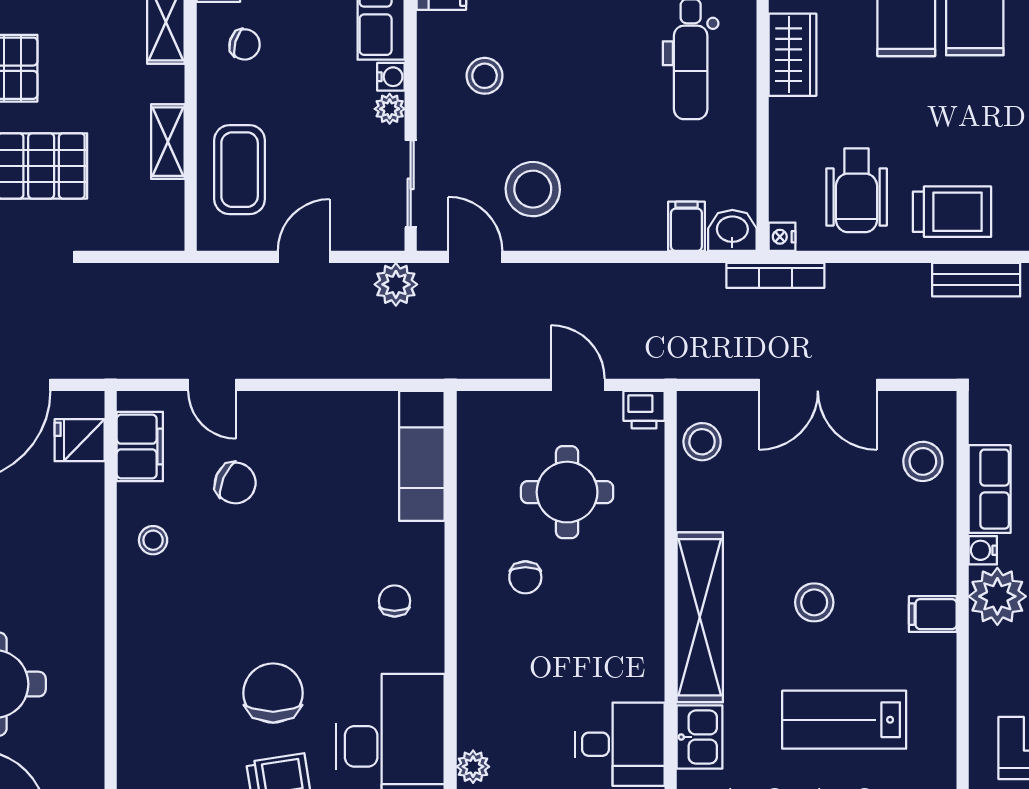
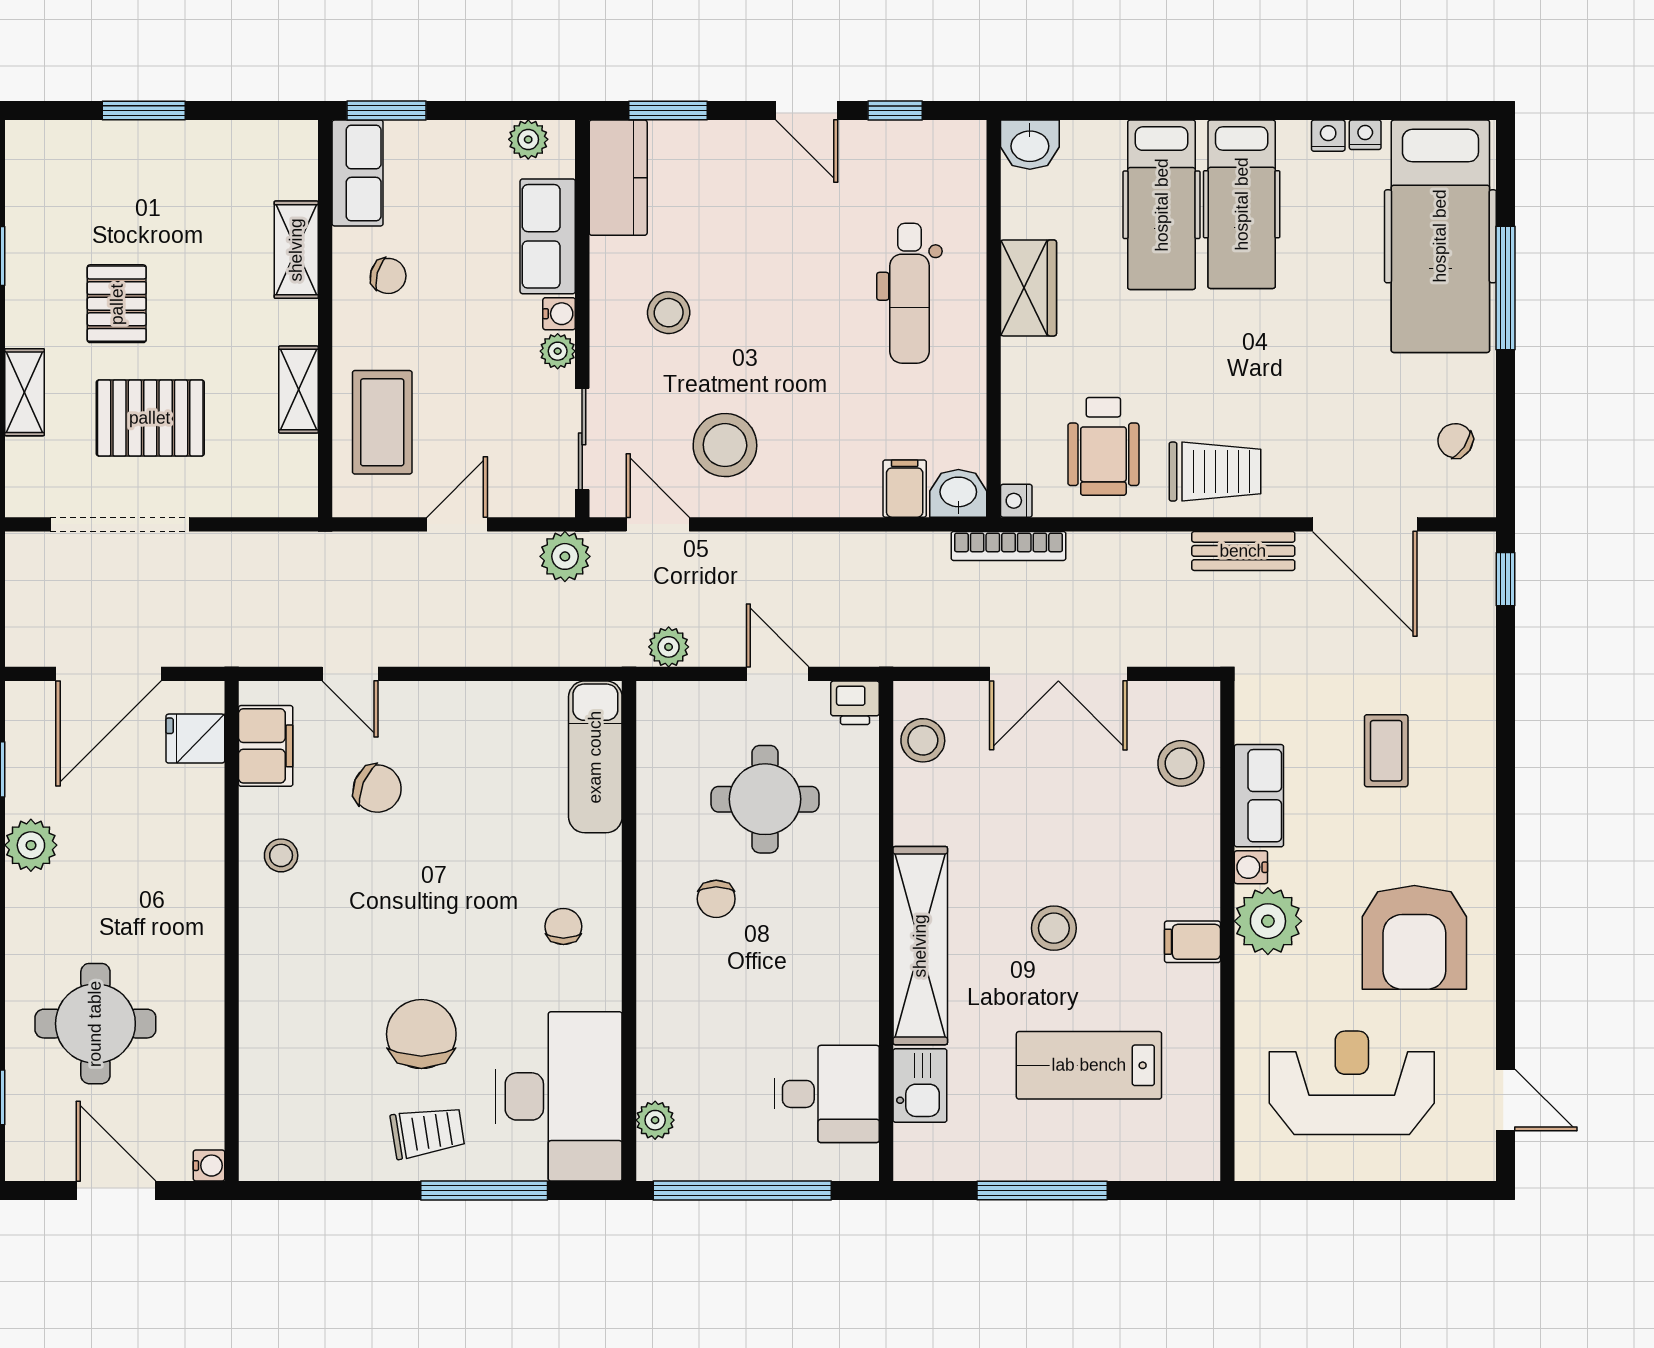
plant: (485, 362) -> (669, 647), added

